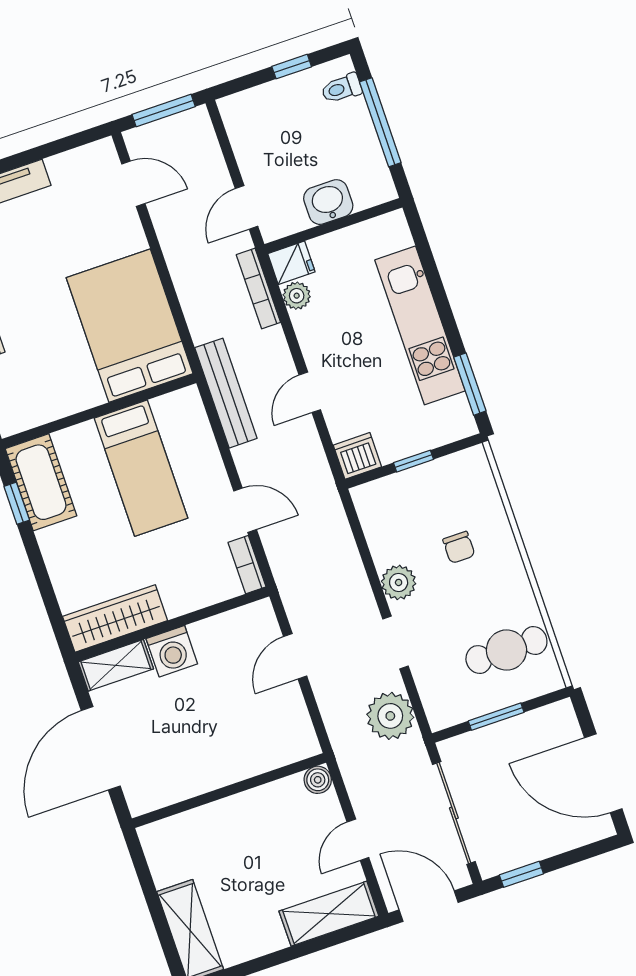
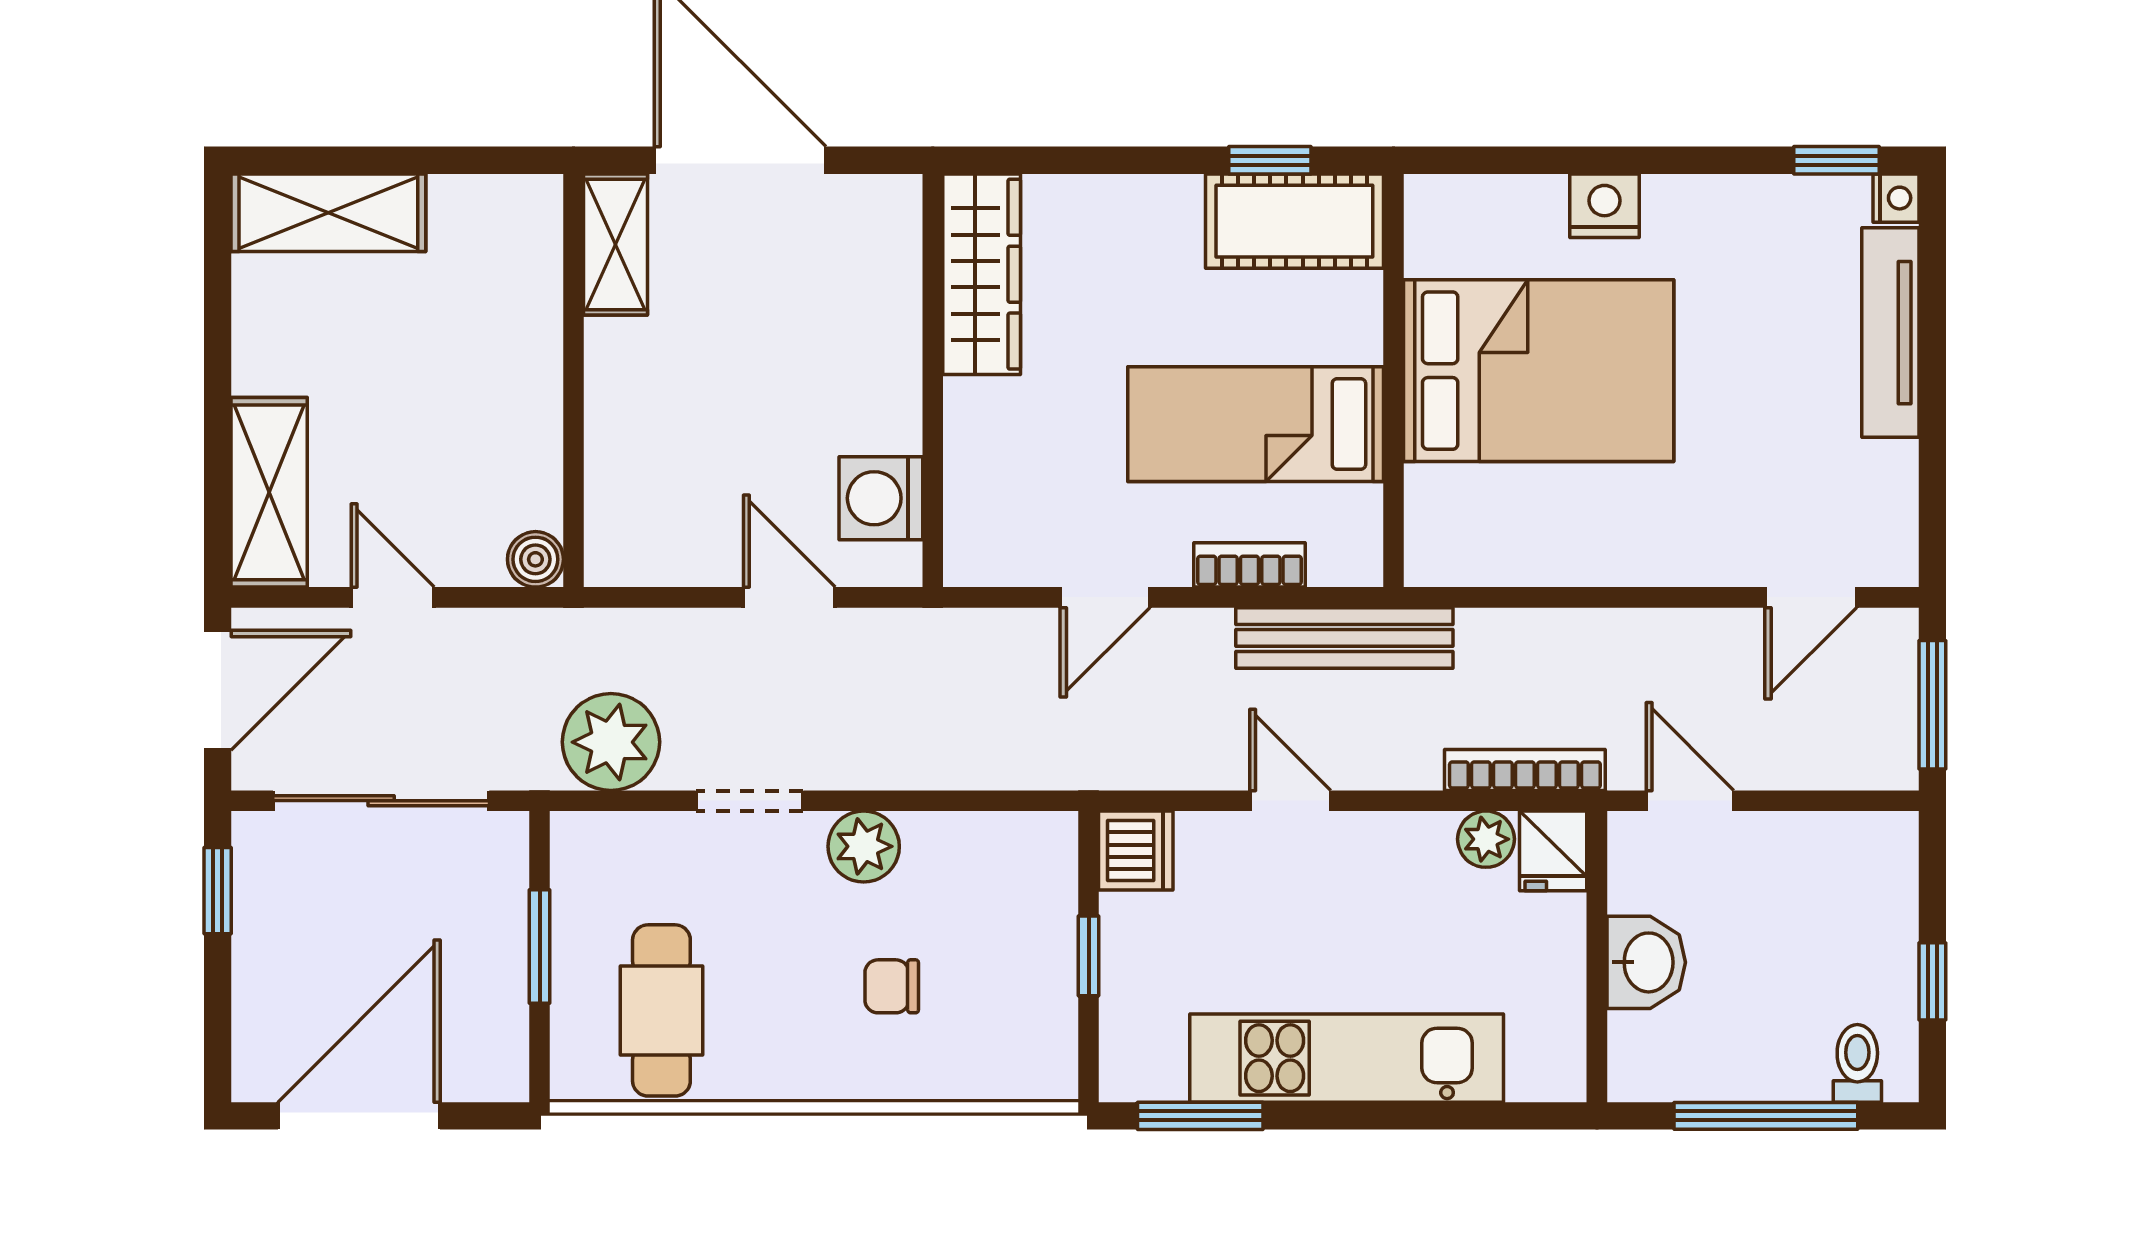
bed: (130, 326) -> (1539, 371), moved
bookcase: (247, 565) -> (1250, 565), moved
washing machine: (172, 651) -> (881, 498), moved
shelving: (116, 665) -> (615, 244), moved

